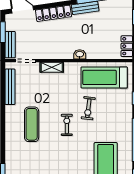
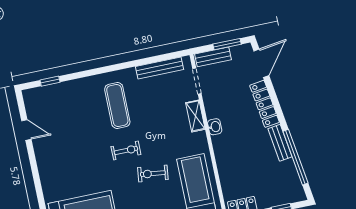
washbasin: (80, 54) -> (215, 127), moved
exercise mat: (32, 124) -> (117, 105), turned 90

